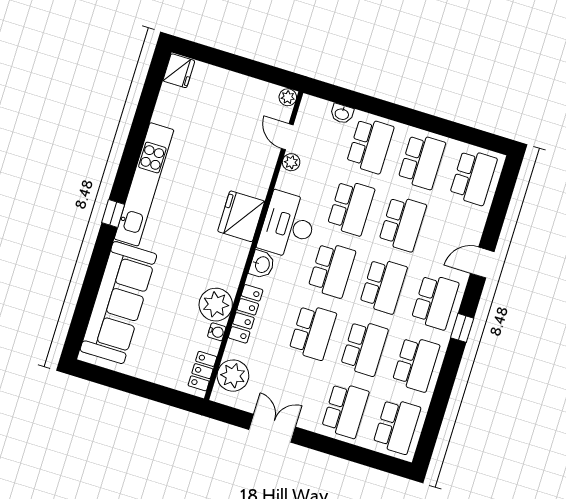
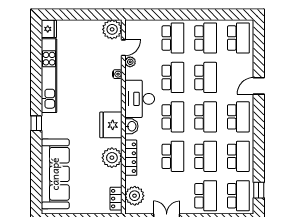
plant: (288, 97) -> (112, 29), width x1.88, depth x1.88
washbasin: (342, 114) -> (151, 25), removed
door: (287, 137) -> (123, 48), swing flipped
kitchen unit: (144, 184) -> (49, 76), moved
fridge: (241, 216) -> (111, 125), moved
window: (462, 328) -> (259, 190), moved
water cooler: (217, 332) -> (117, 74), moved

